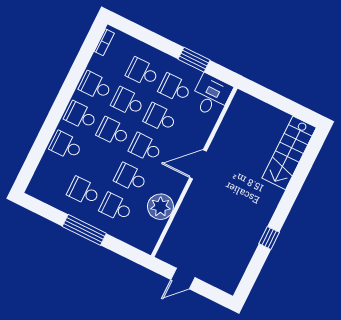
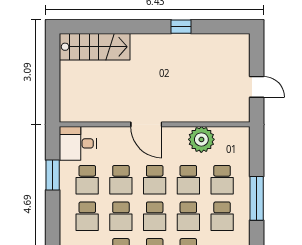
school desk: (98, 162) -> (188, 216), added

